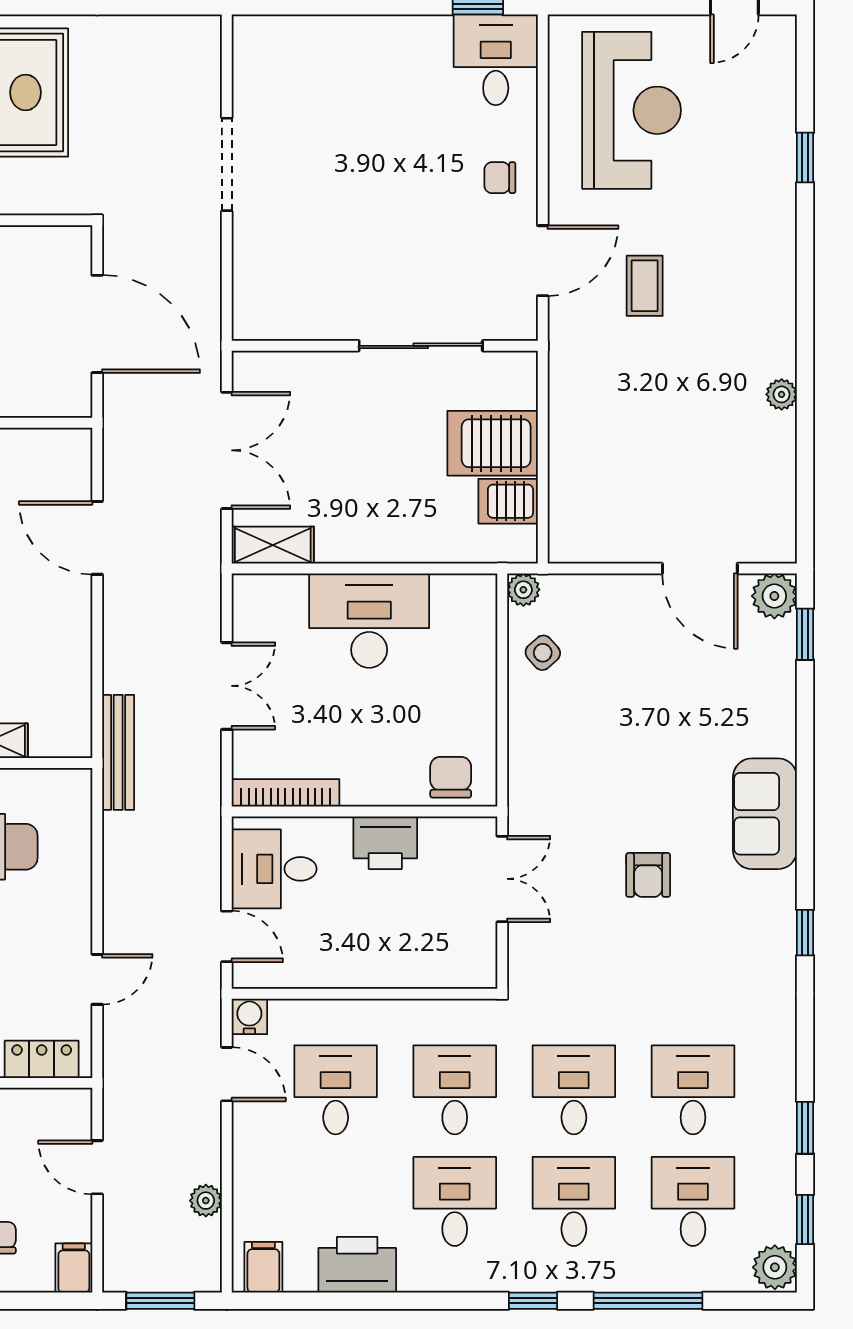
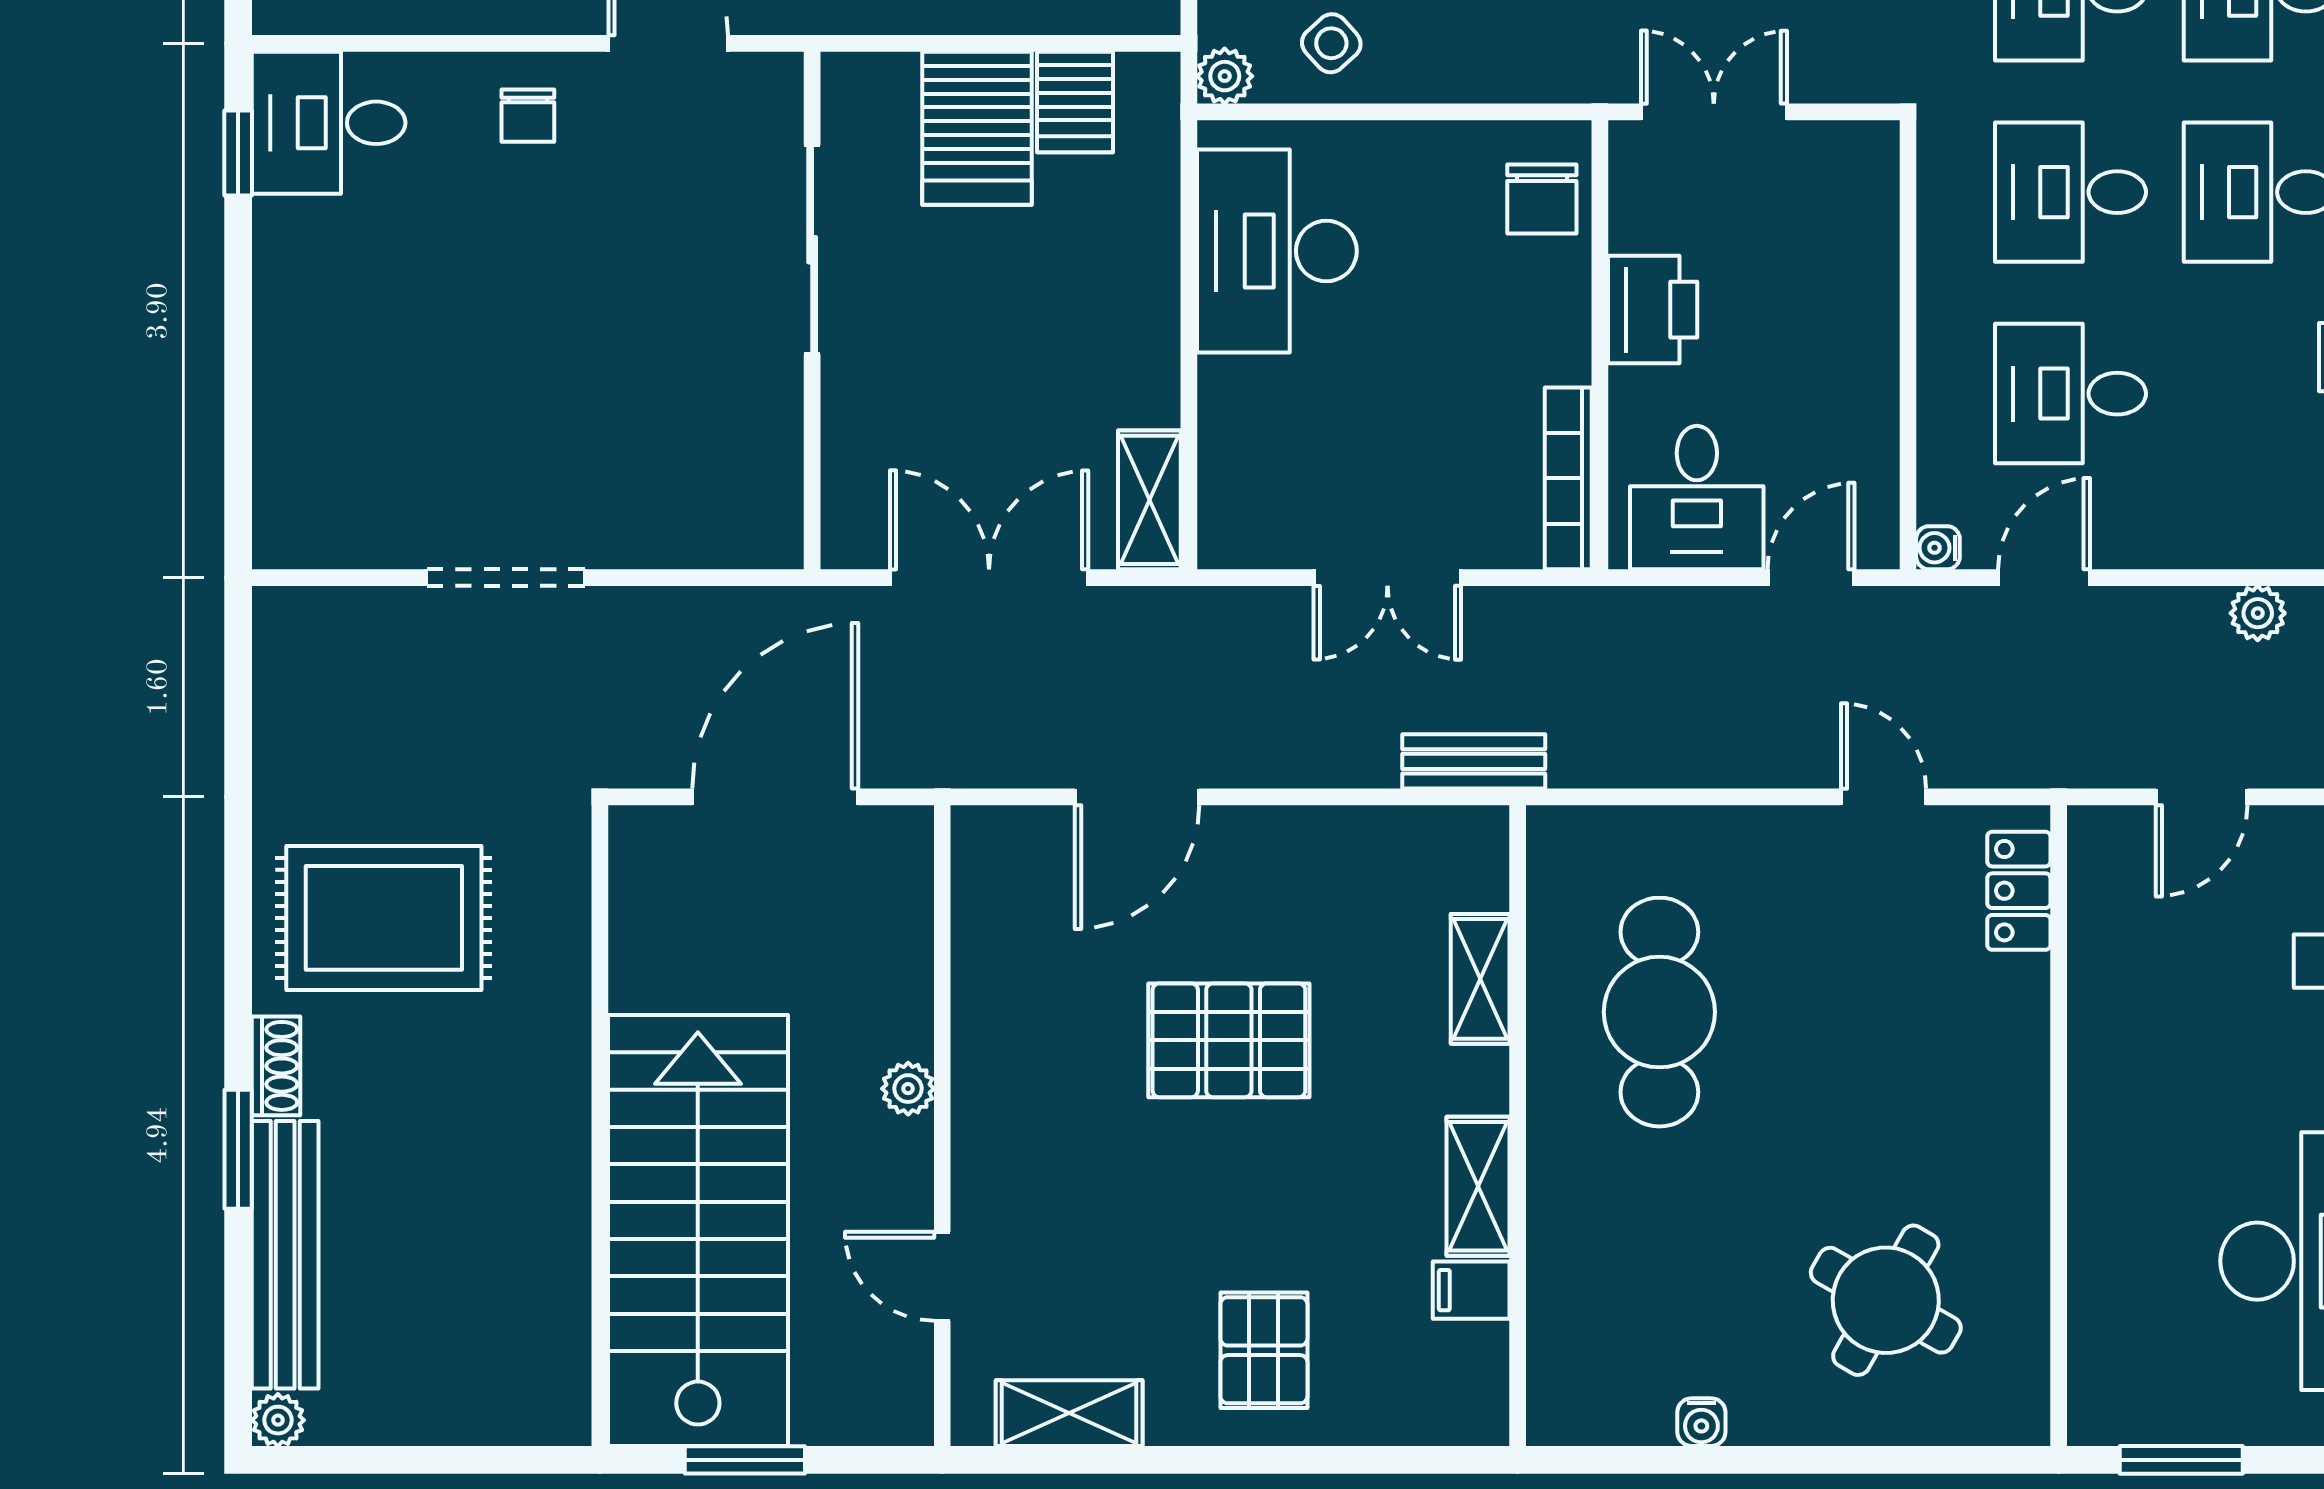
desk: (369, 621) -> (1277, 251), moved
double door: (227, 686) -> (1387, 578), swing flipped
bench: (118, 752) -> (1474, 761), width x0.73
chair: (451, 777) -> (1542, 199), turned -90
water cooler: (249, 1016) -> (1938, 548), width x0.72, depth x0.72

